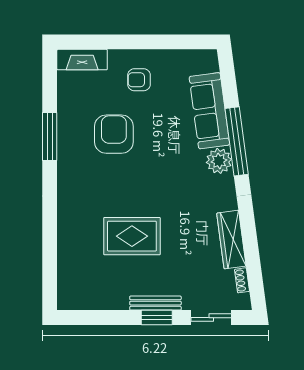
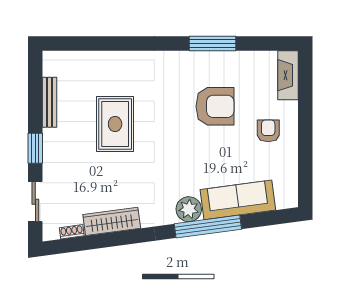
bench: (155, 303) -> (49, 102), moved

